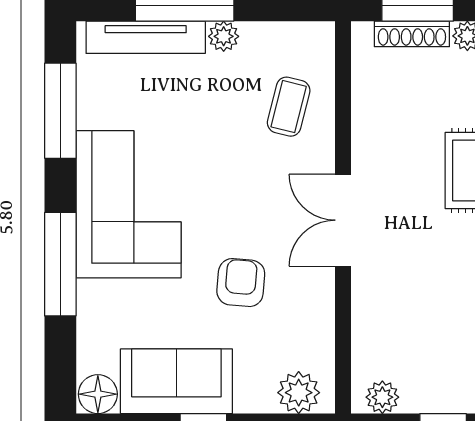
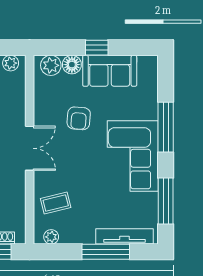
plant: (224, 36) -> (51, 237), moved
coffee table: (289, 107) -> (56, 203), turned 62
floor lamp: (98, 394) -> (72, 65), moved

